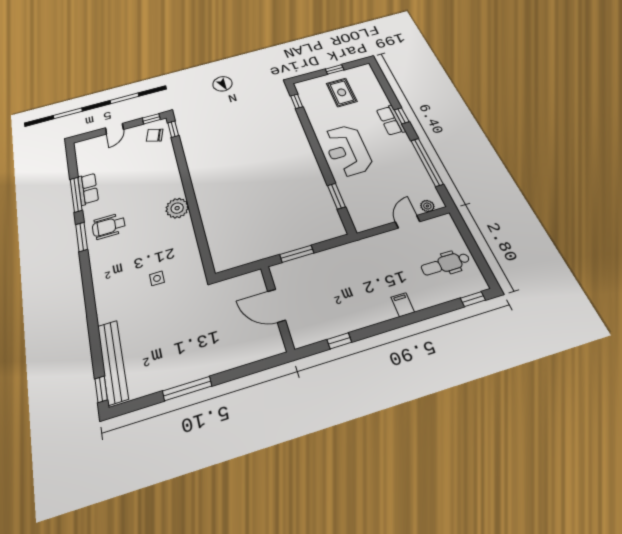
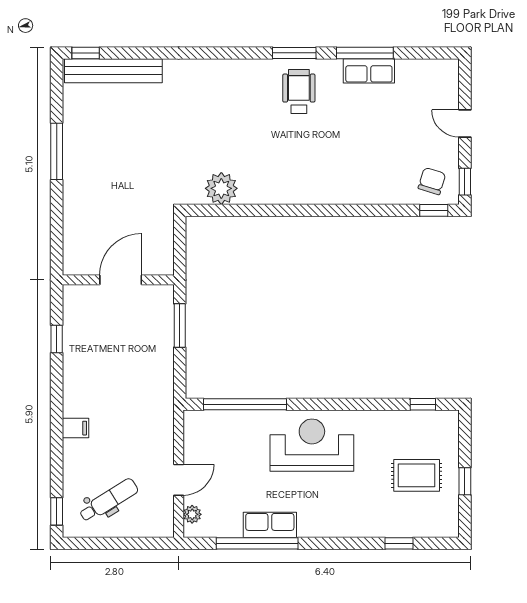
window: (402, 116) -> (399, 543), moved
row of seats: (391, 120) -> (270, 525), moved
window: (336, 196) -> (245, 404), width x2.11
plant: (177, 208) -> (221, 188), moved
door: (408, 222) -> (179, 480), hinge flipped
dental chair: (445, 264) -> (109, 500), turned 58
side table: (157, 278) -> (202, 142), removed

